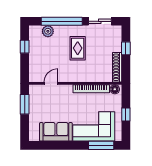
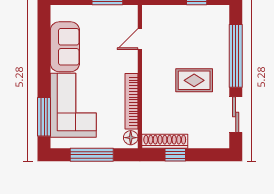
plant: (48, 31) -> (220, 34), removed
window: (126, 48) -> (175, 155), moved
door: (51, 83) -> (140, 39), swing flipped
window: (126, 114) -> (92, 155), width x2.17

